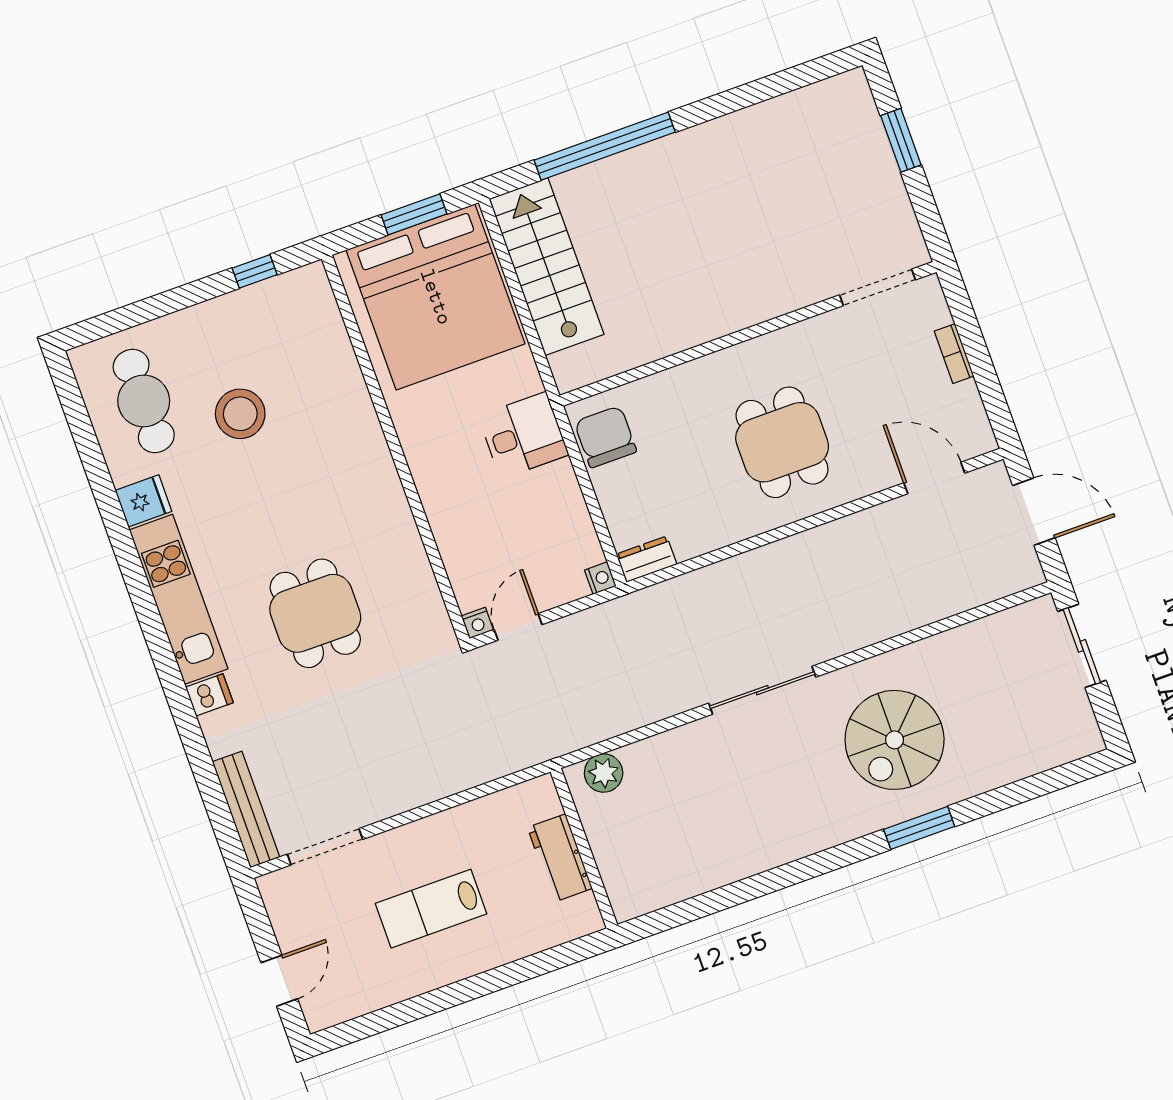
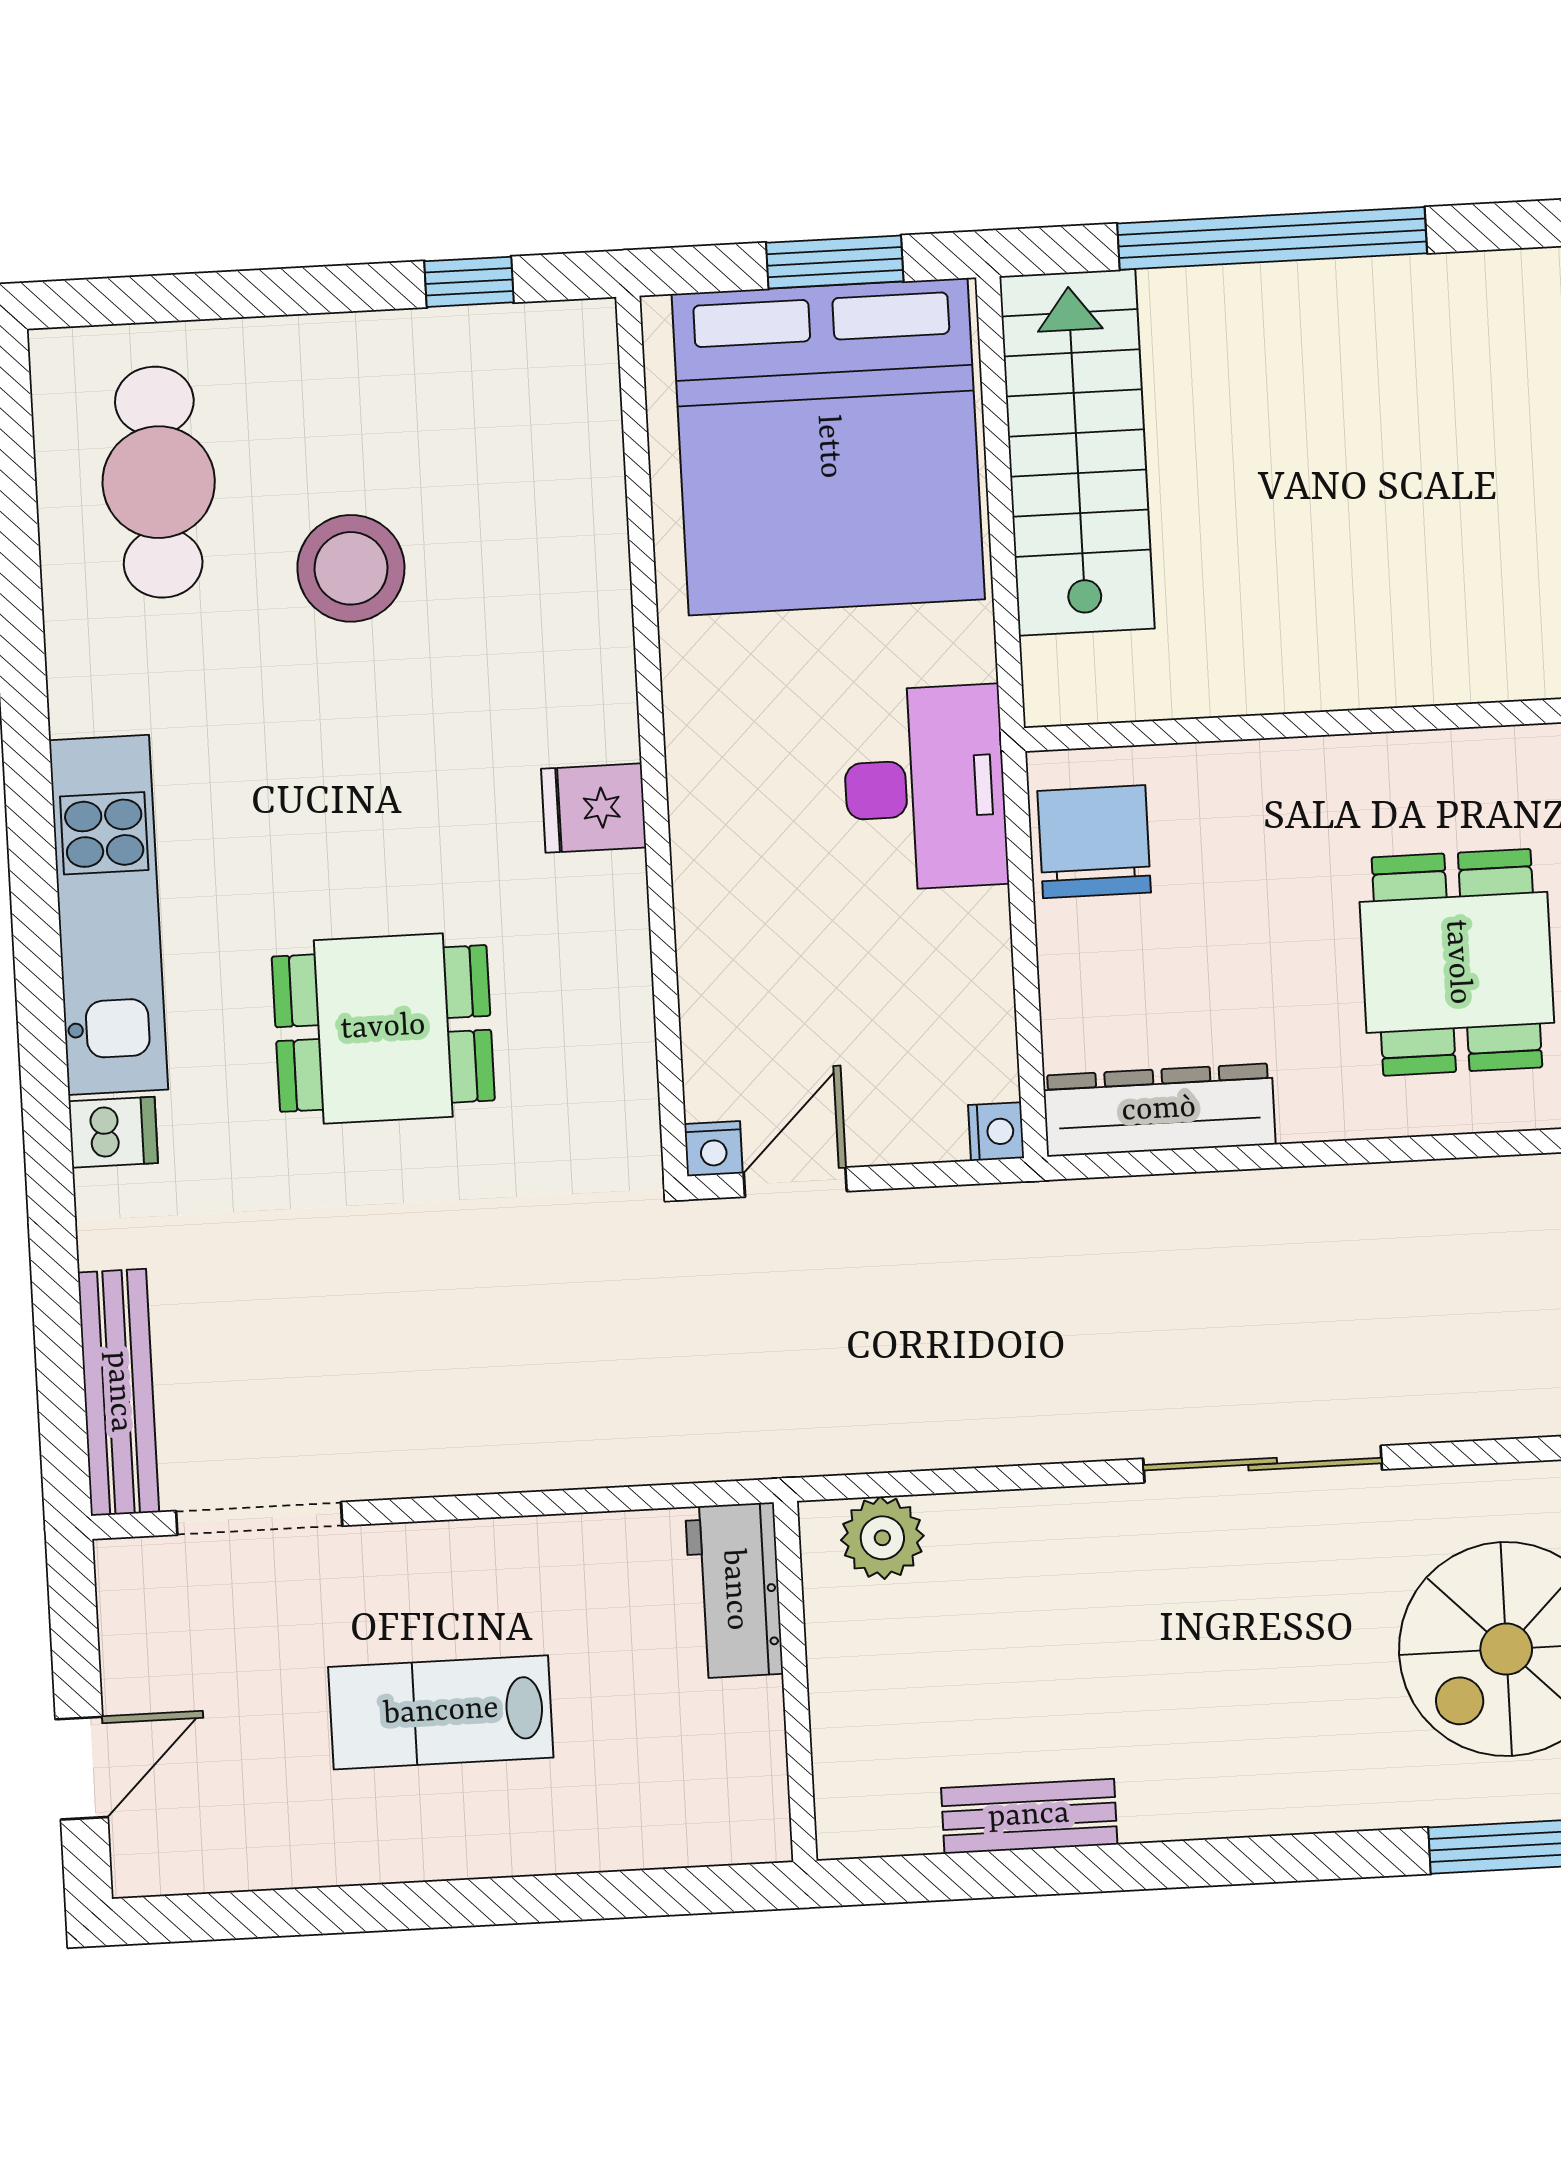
desk: (523, 435) -> (925, 788), width x1.37
fridge: (143, 501) -> (594, 808), moved, turned 180
dresser: (647, 559) -> (1159, 1110), width x1.96, depth x1.24
dining table: (315, 613) -> (383, 1028), turned 90
workbench: (560, 858) -> (734, 1590), moved
bench: (705, 877) -> (1029, 1816), added

